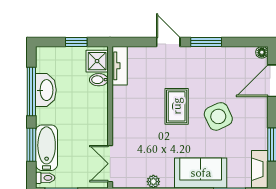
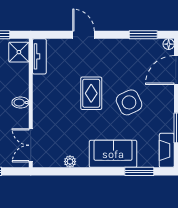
window: (206, 42) -> (143, 35), moved
bidet: (99, 80) -> (20, 103), moved

